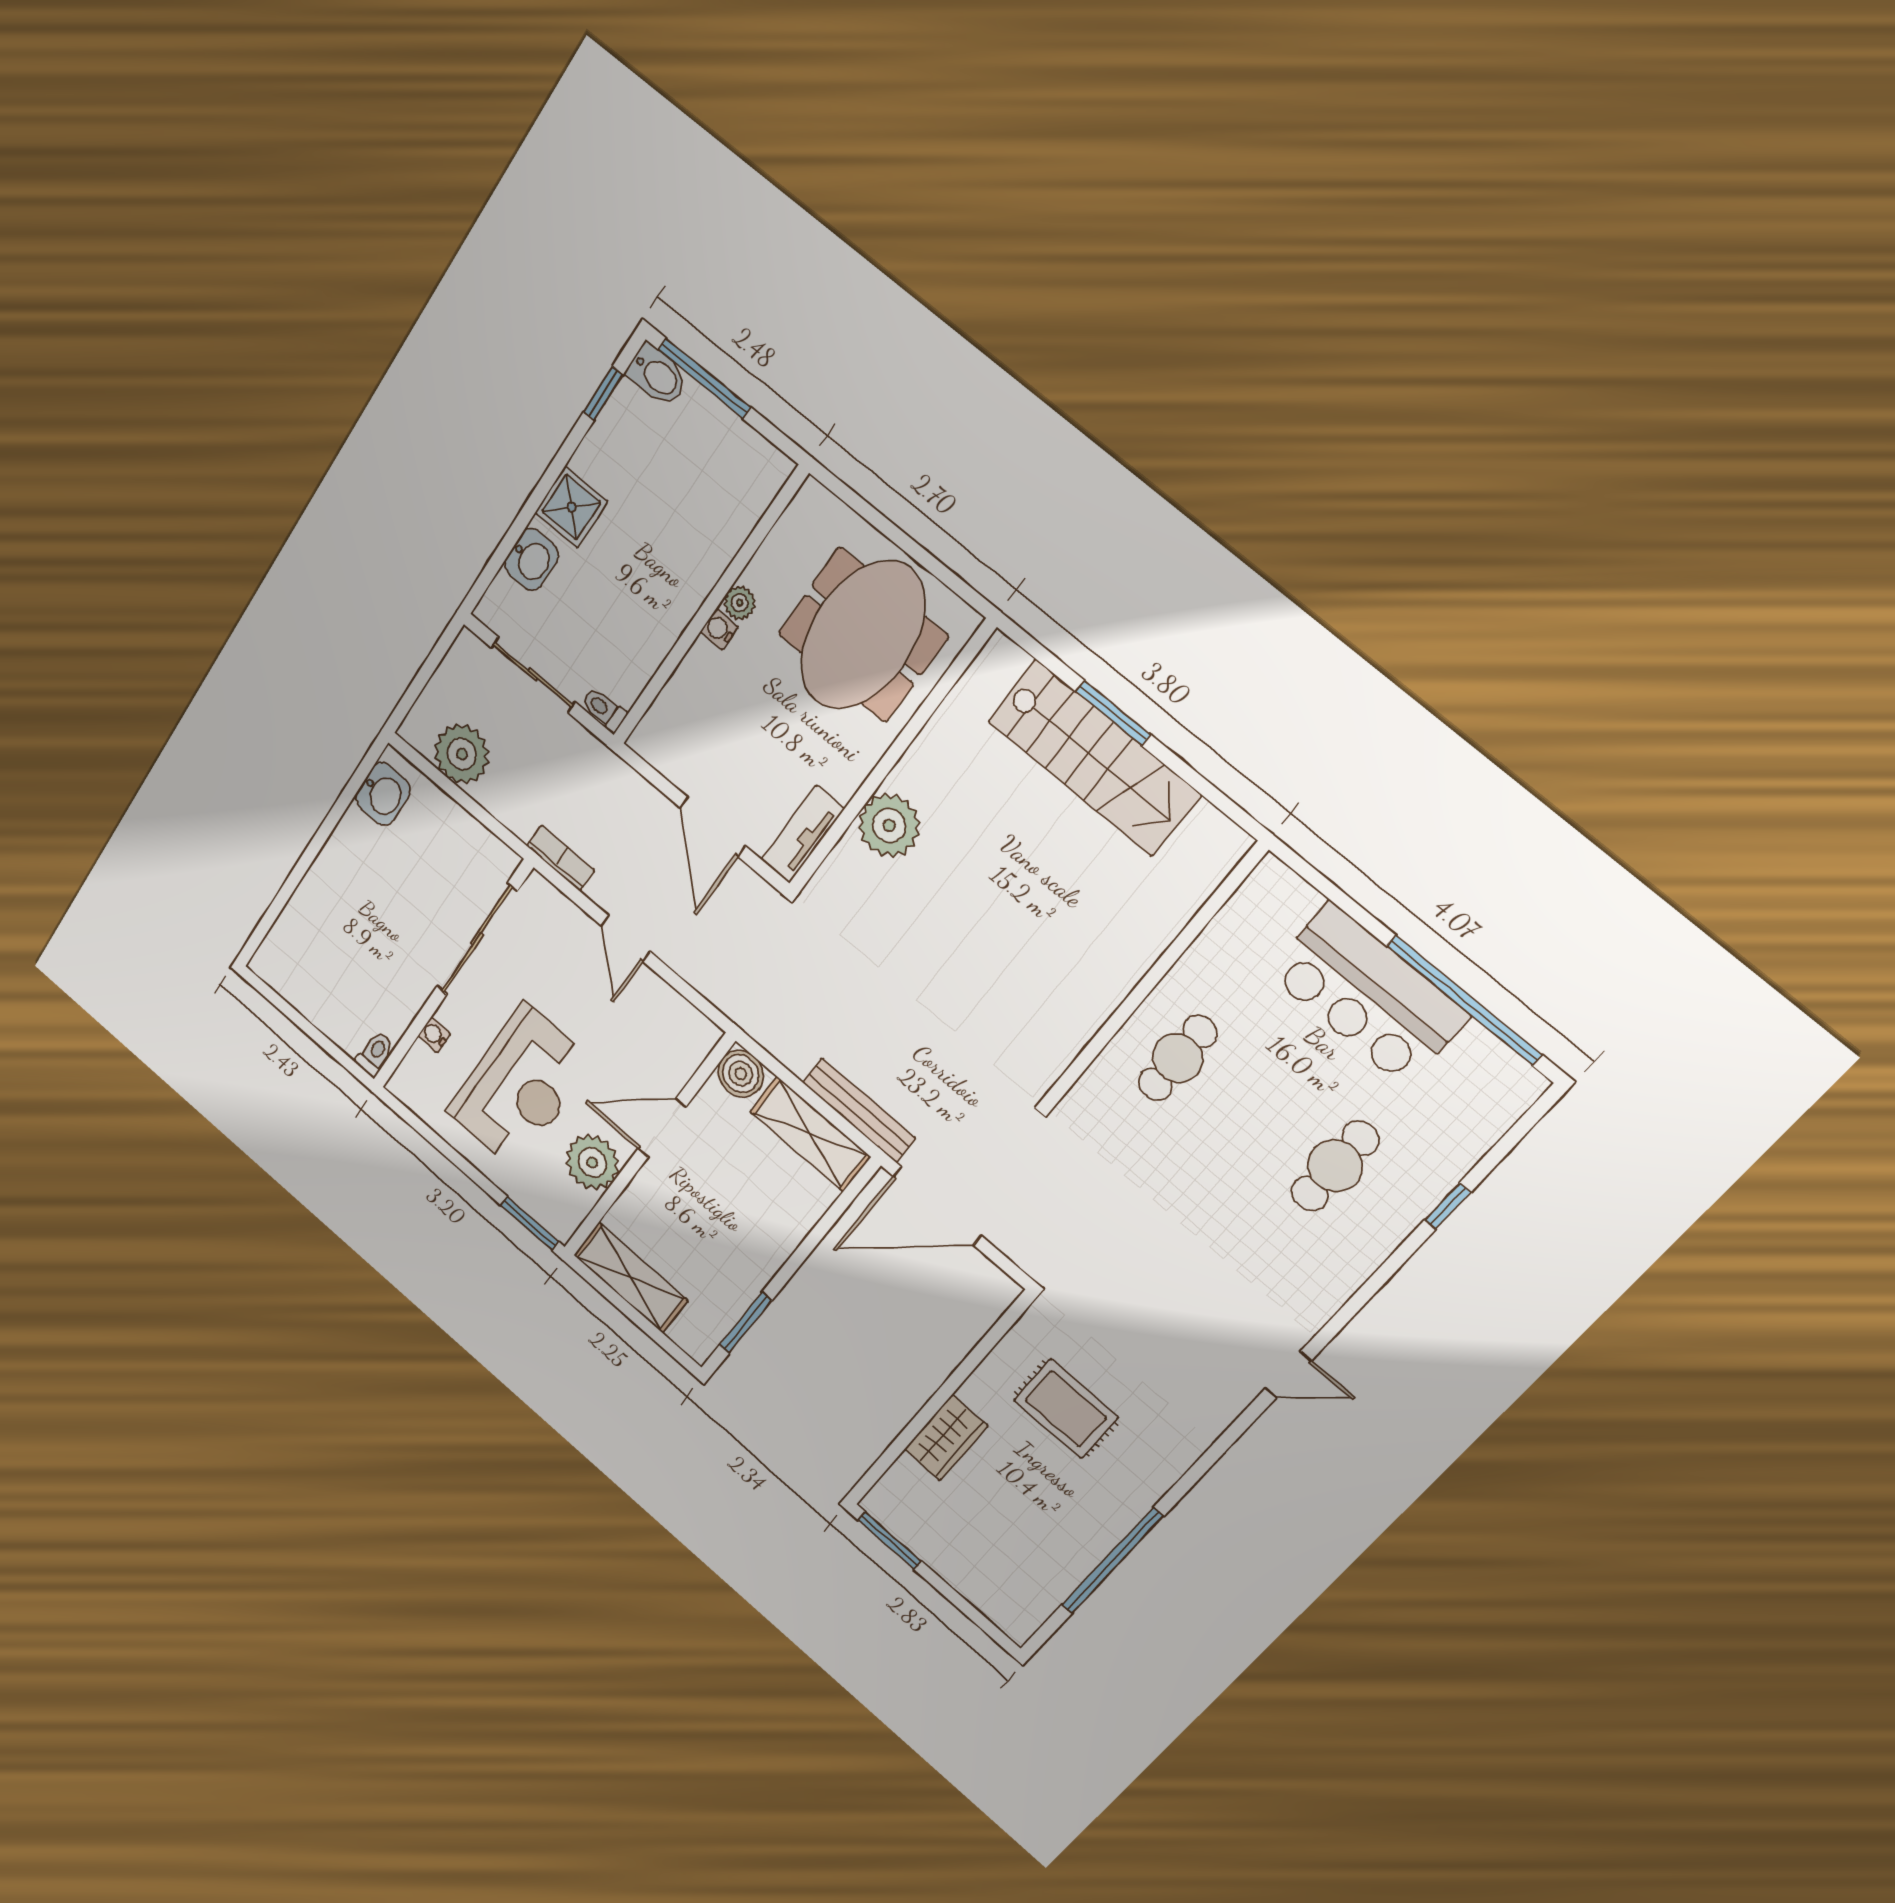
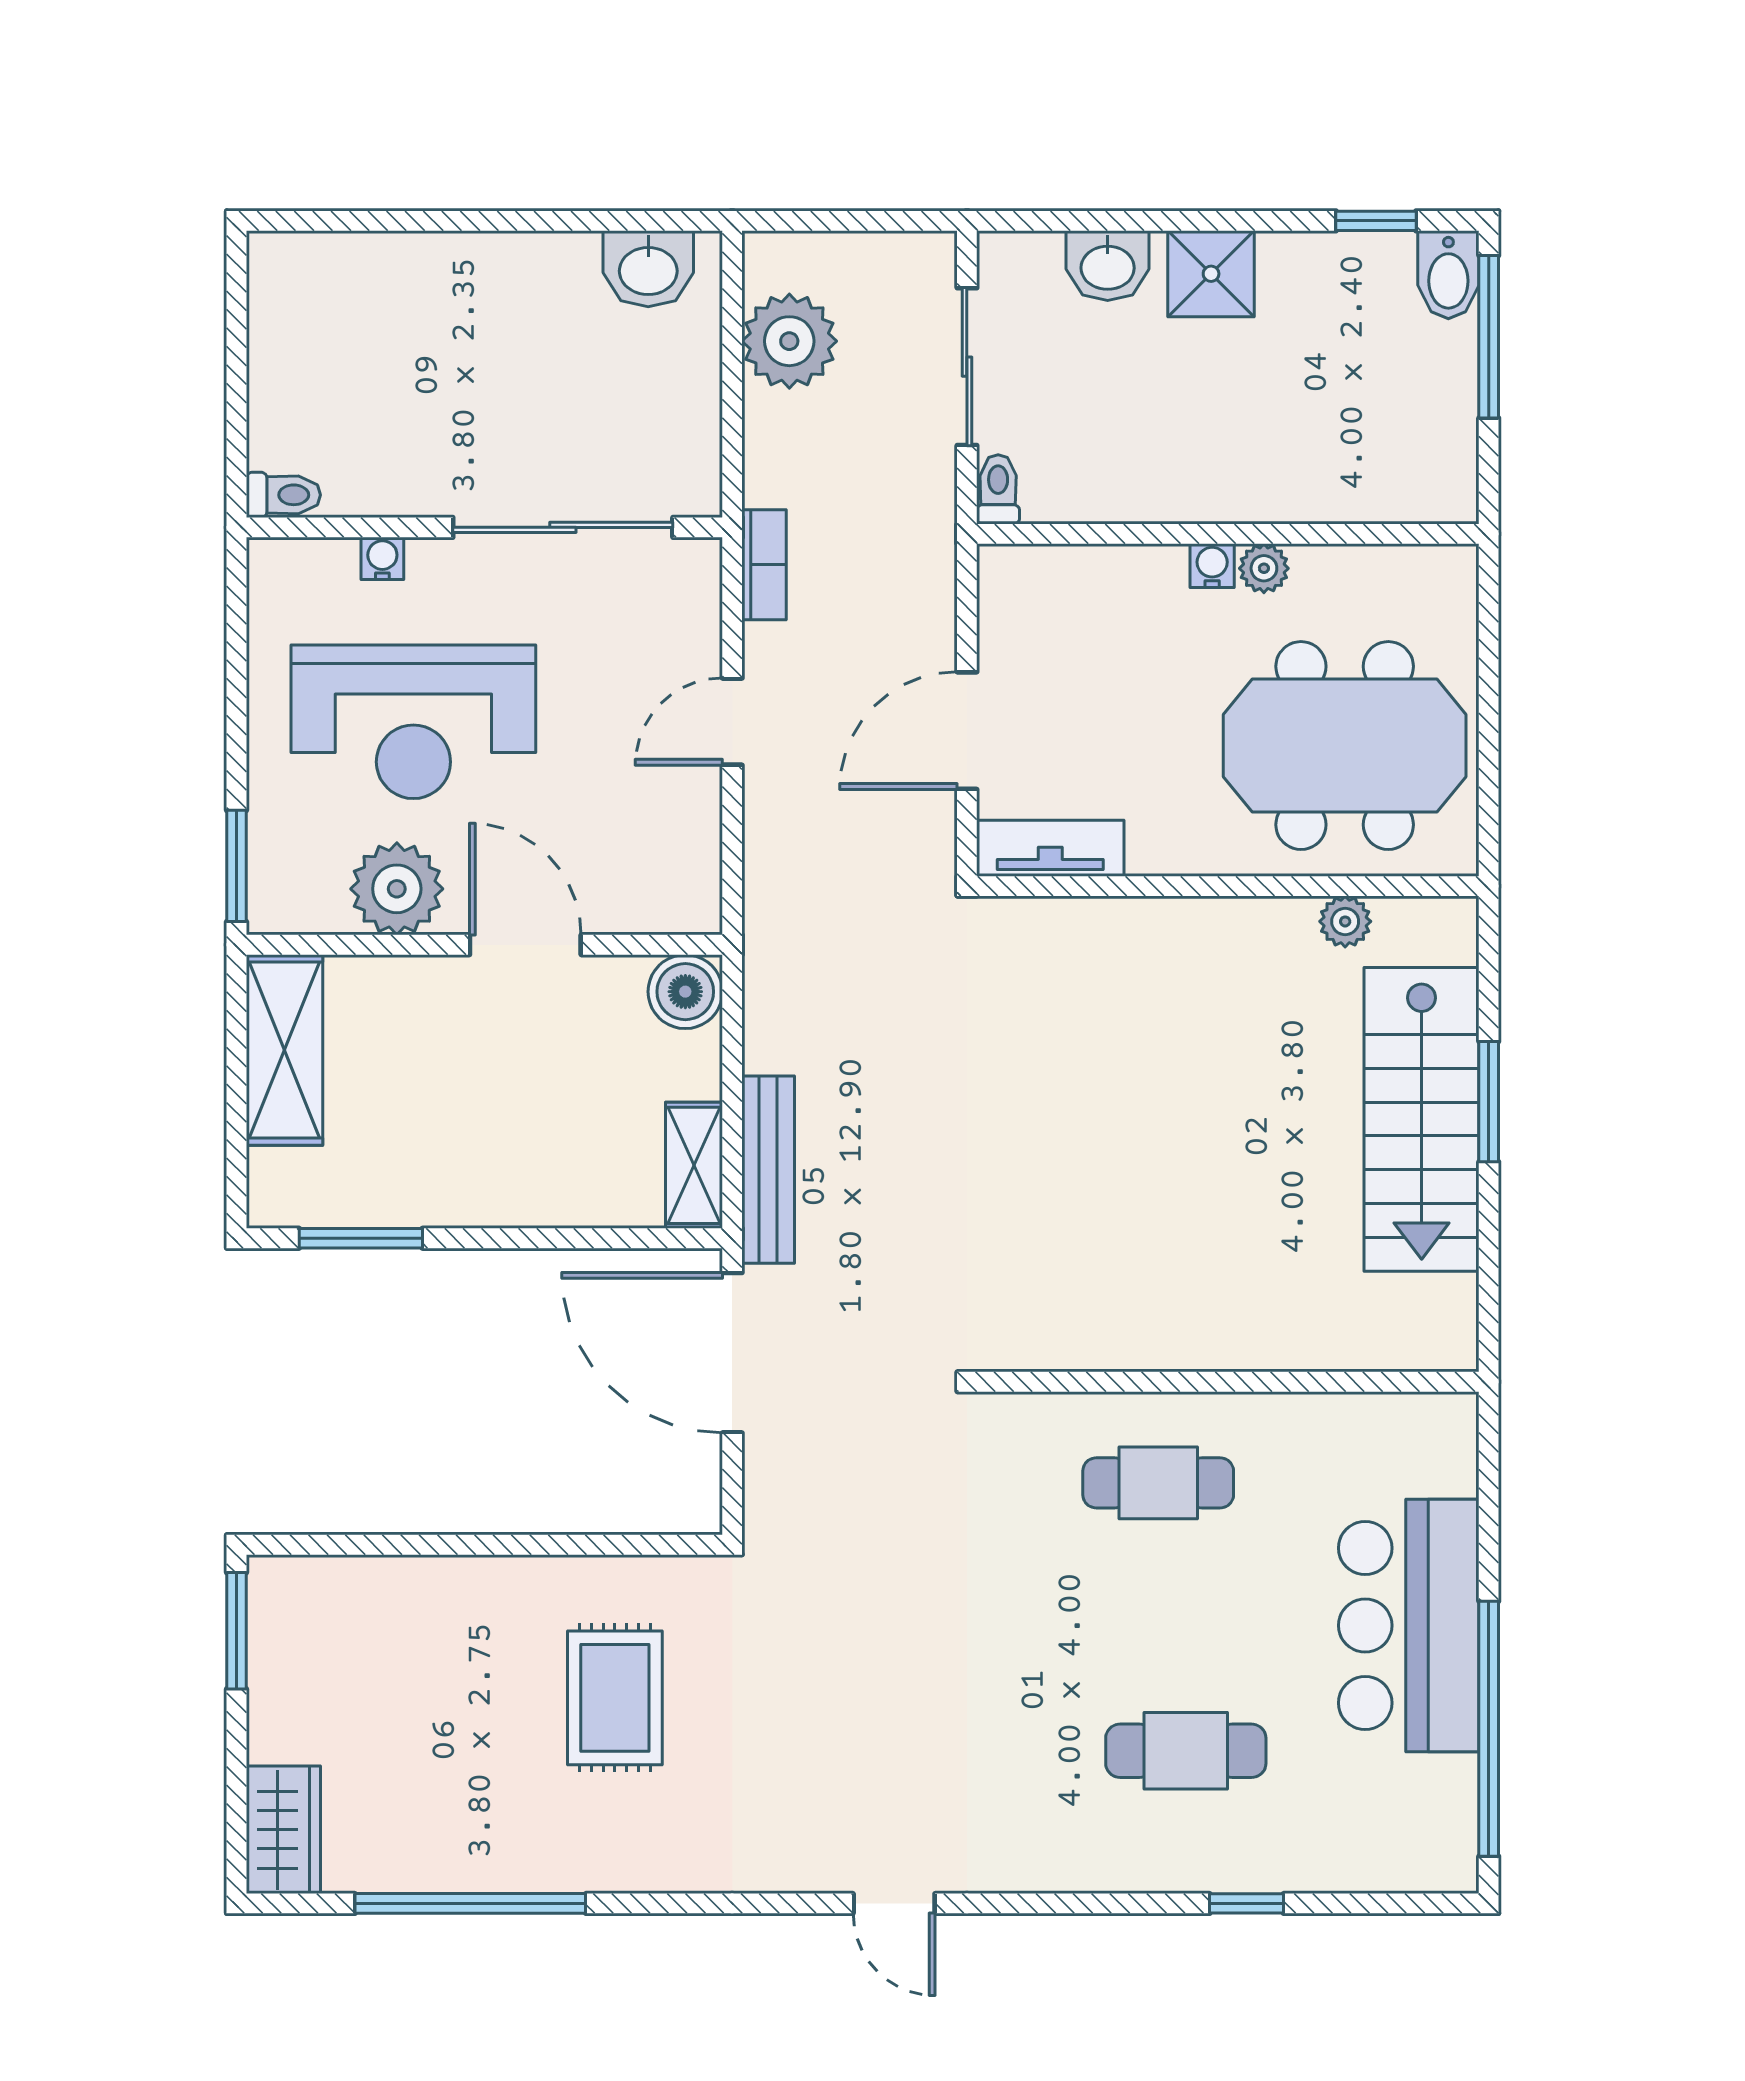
plant: (889, 825) -> (1345, 921), moved, width x0.53, depth x0.53
shelving: (810, 1134) -> (694, 1165), width x0.67, depth x0.75
wardrobe: (946, 1438) -> (283, 1830), moved, turned -90

